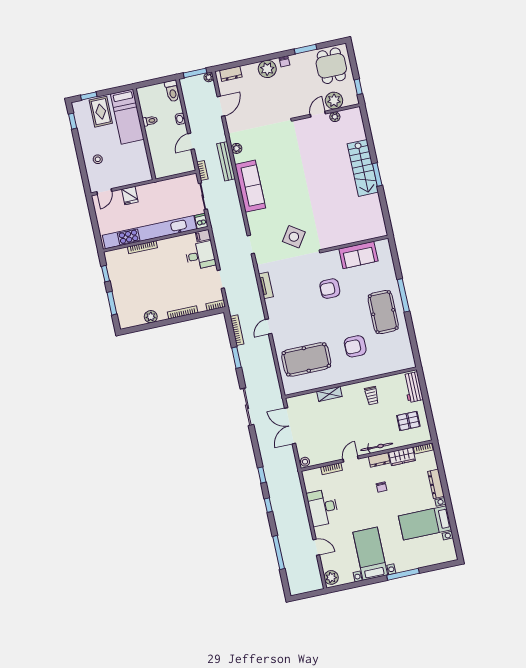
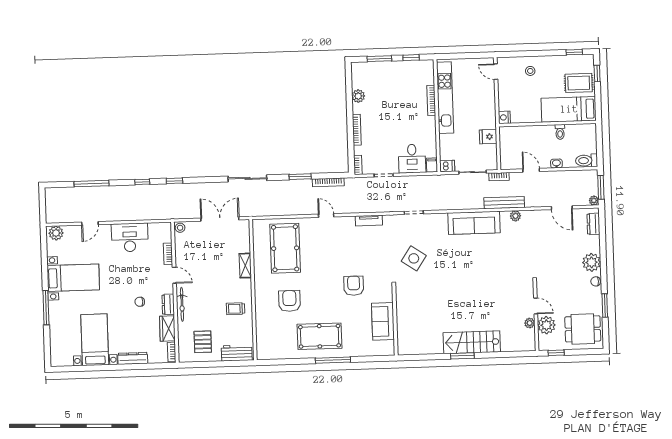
nightstand: (146, 176) -> (504, 117), added
fridge: (130, 196) -> (488, 137), moved
kitchen unit: (150, 232) -> (445, 98), width x0.73

